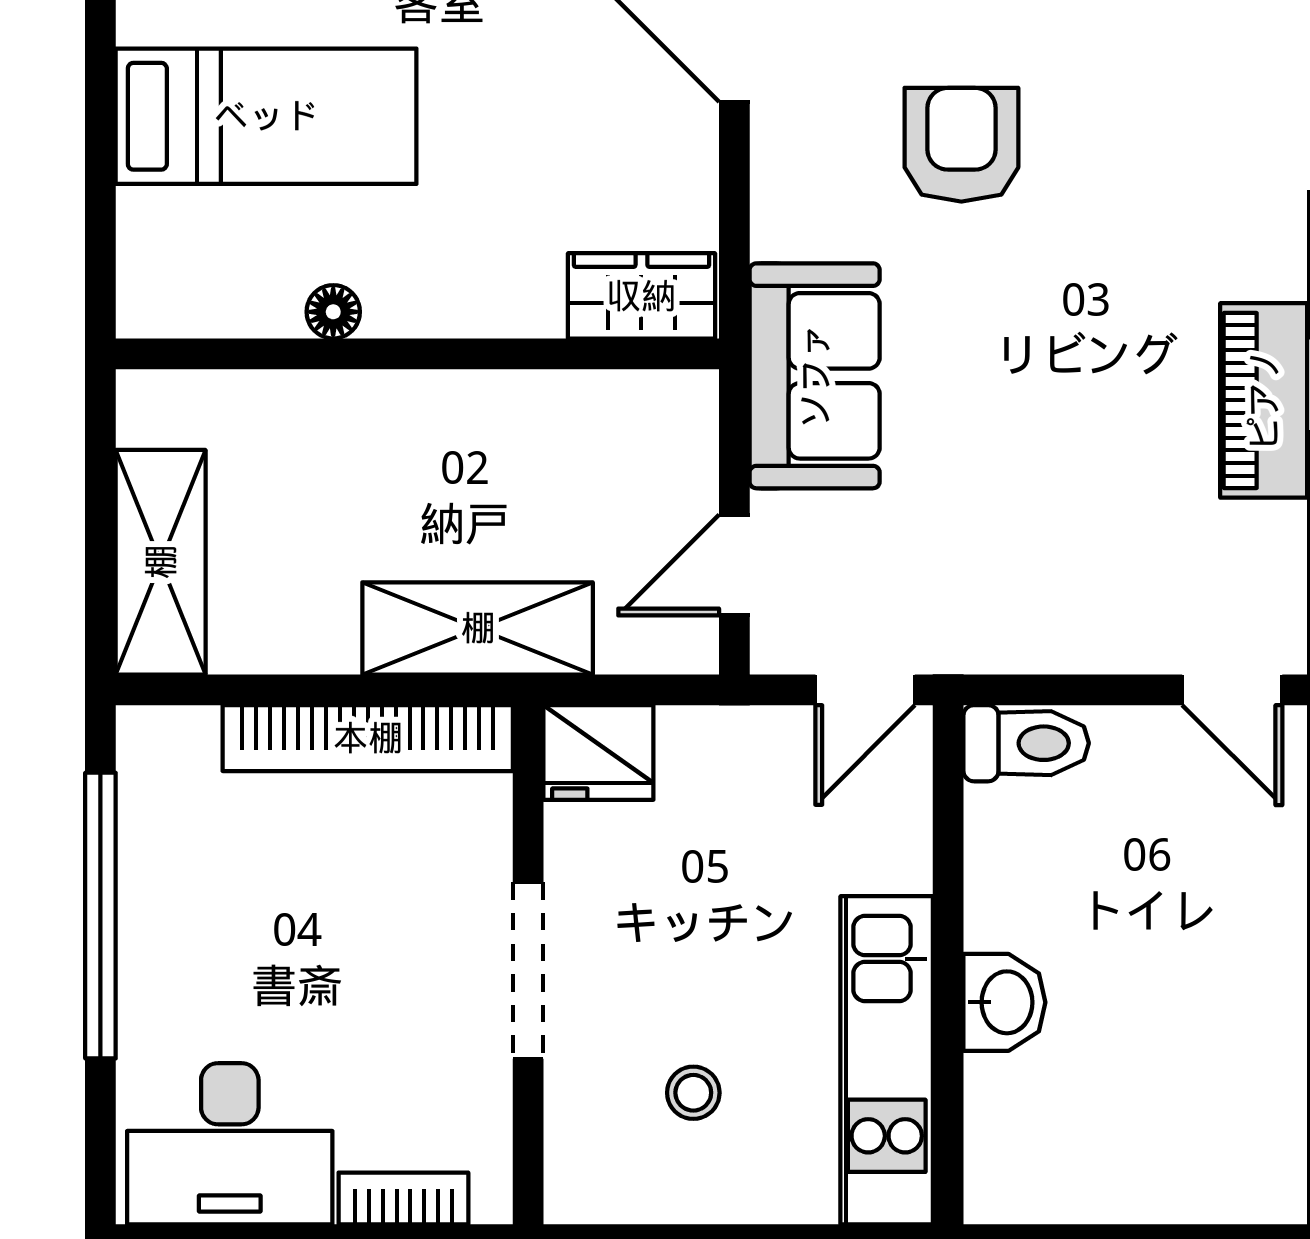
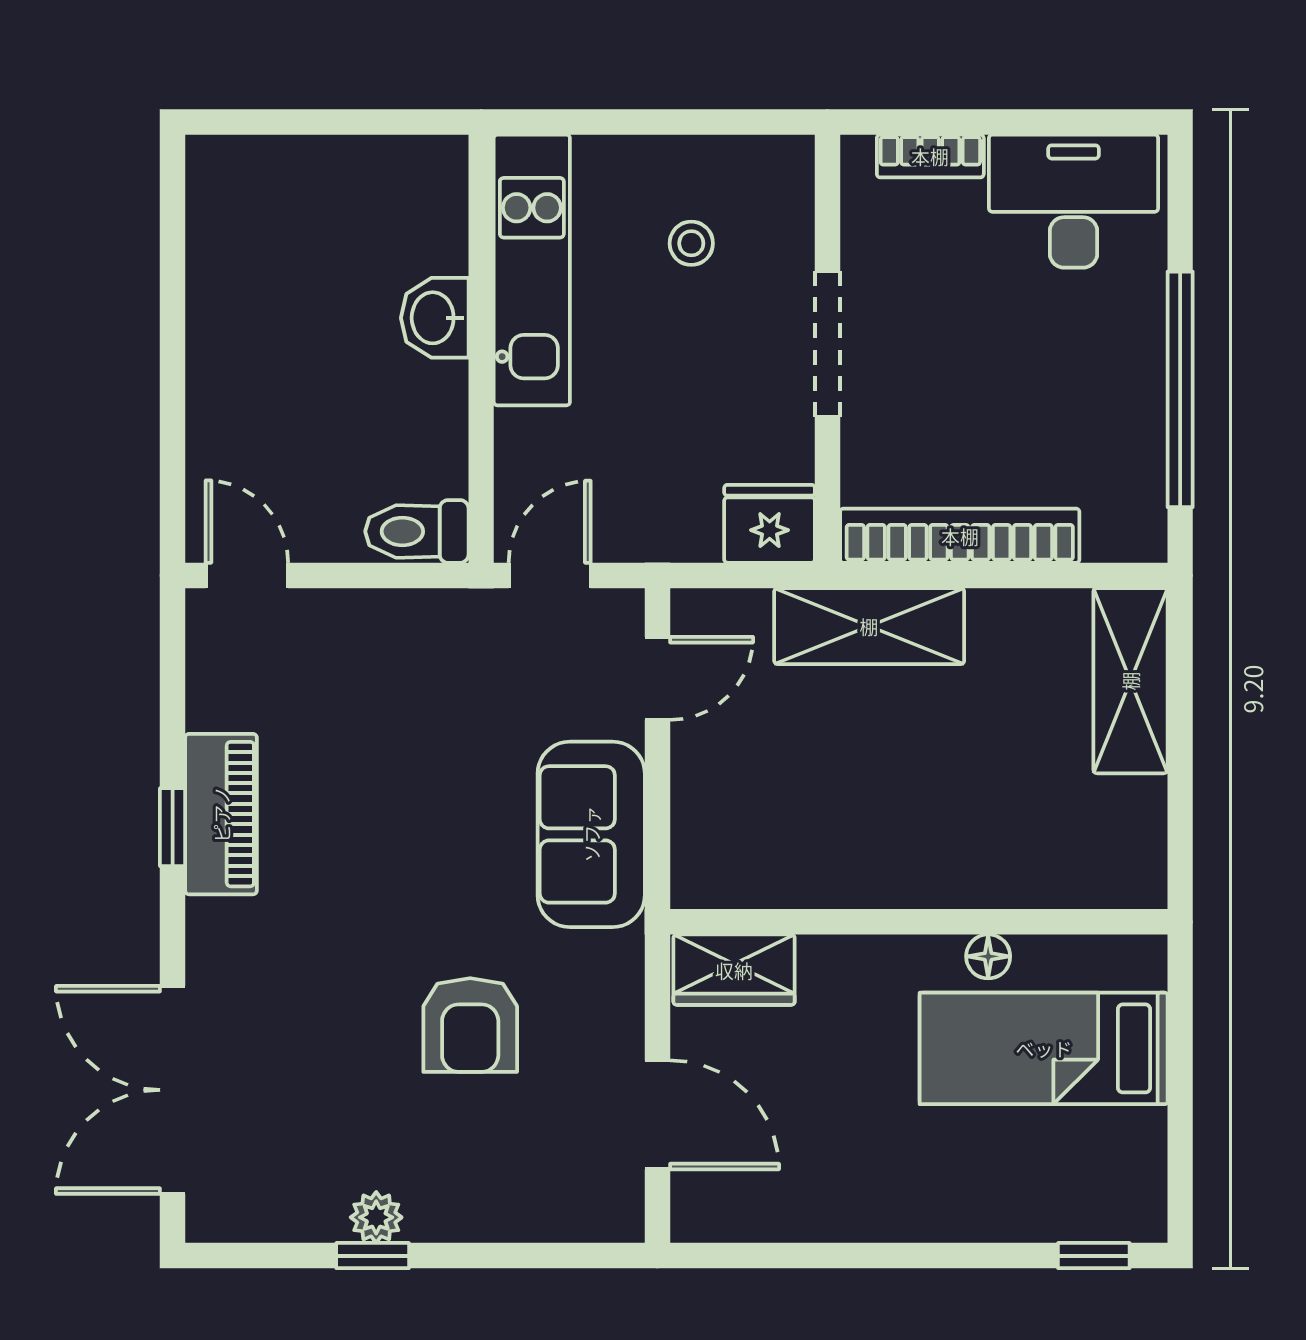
wardrobe: (641, 296) -> (734, 970), moved
floor lamp: (333, 312) -> (988, 956), moved
wall: (417, 354) -> (919, 922), moved

